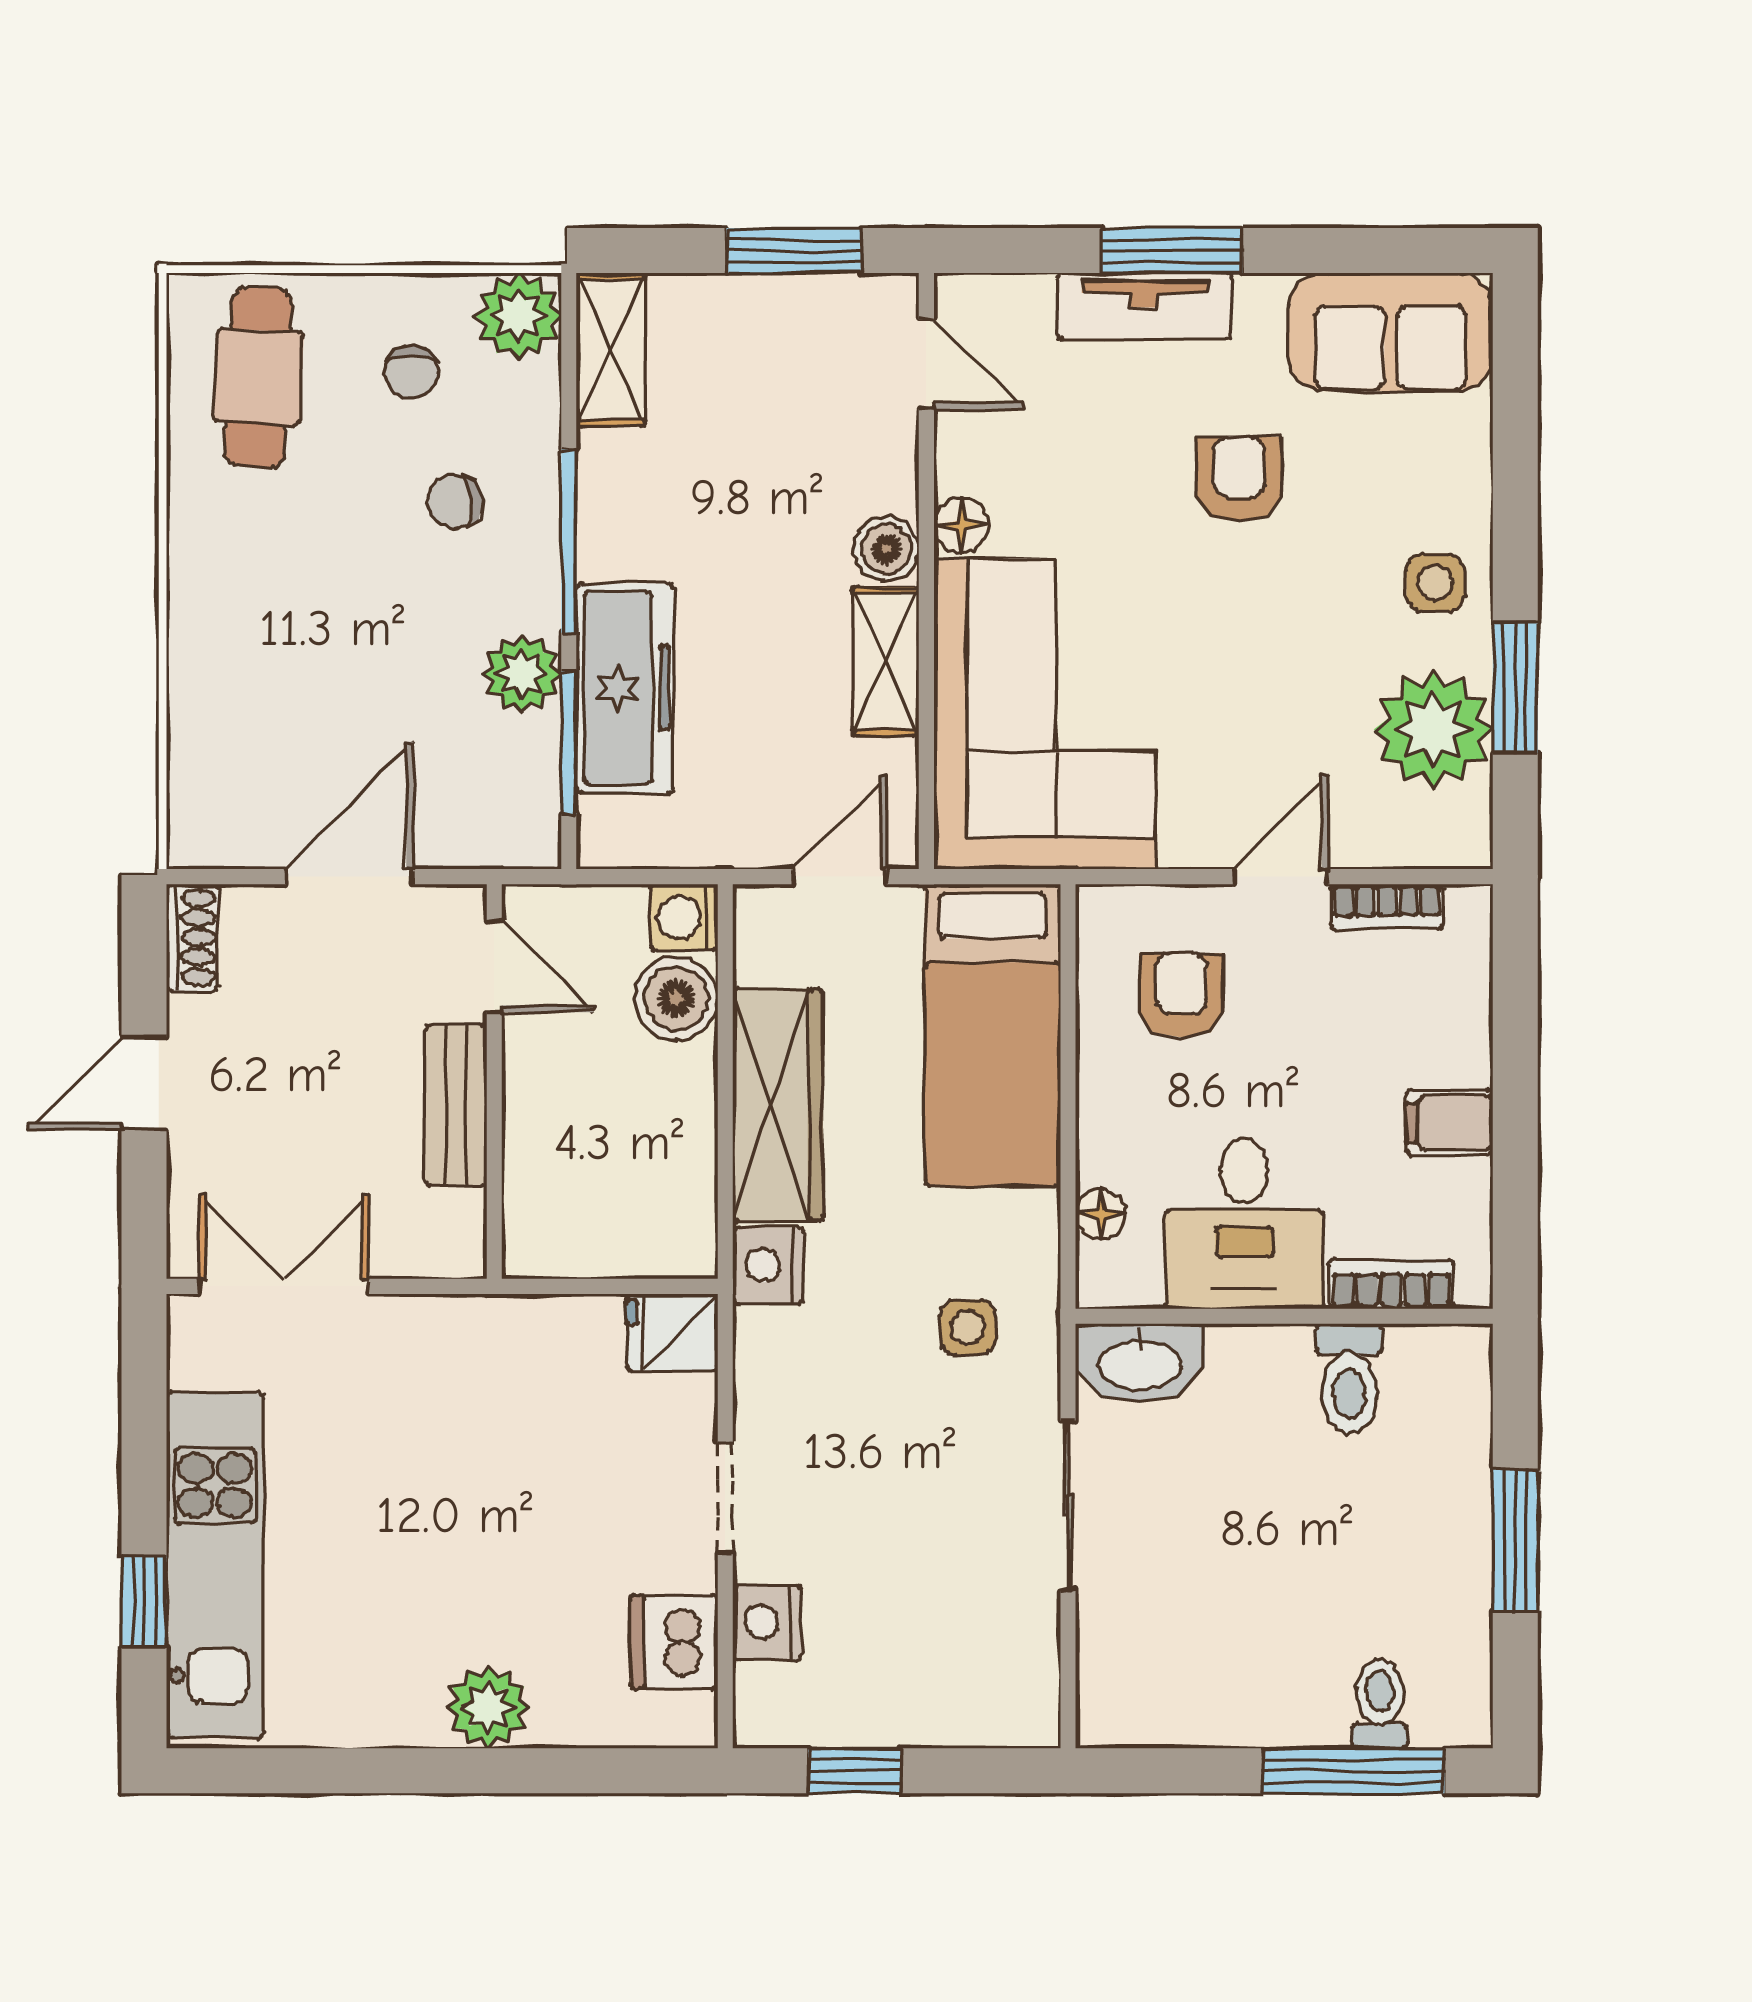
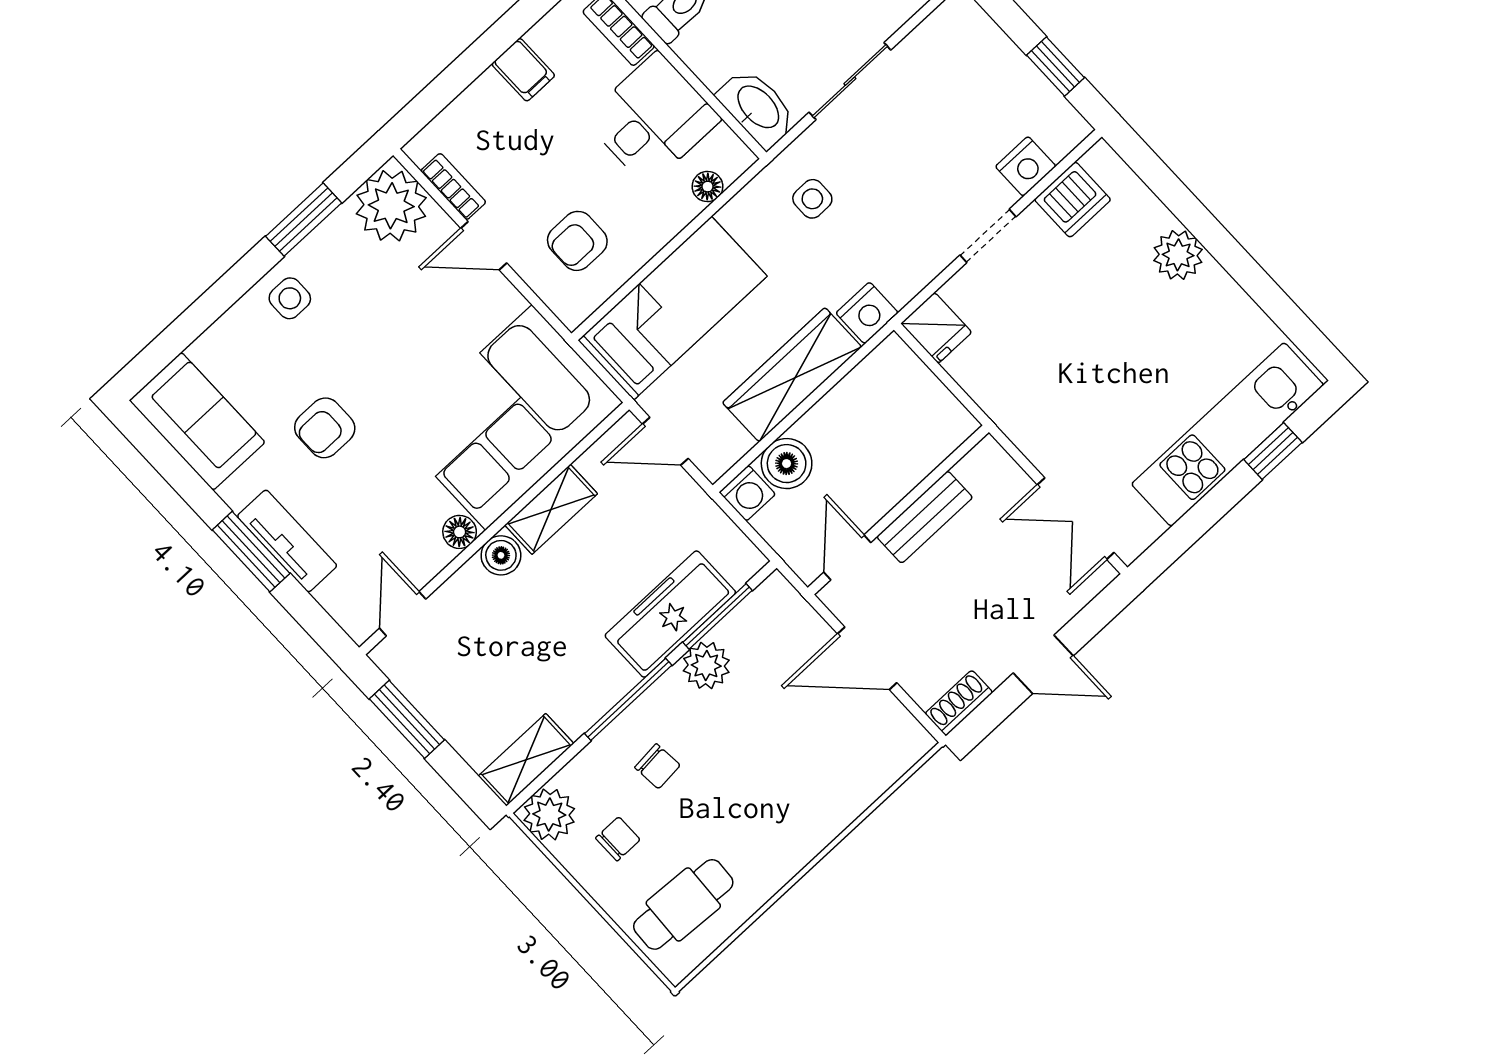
plant: (1433, 729) -> (391, 206), moved

